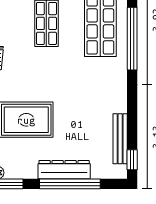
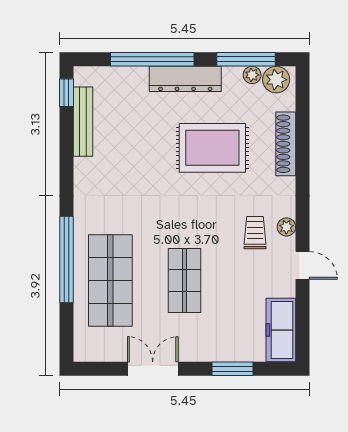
dresser: (64, 170) -> (185, 79), moved

